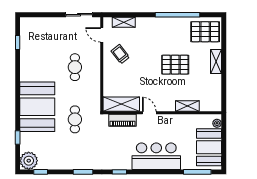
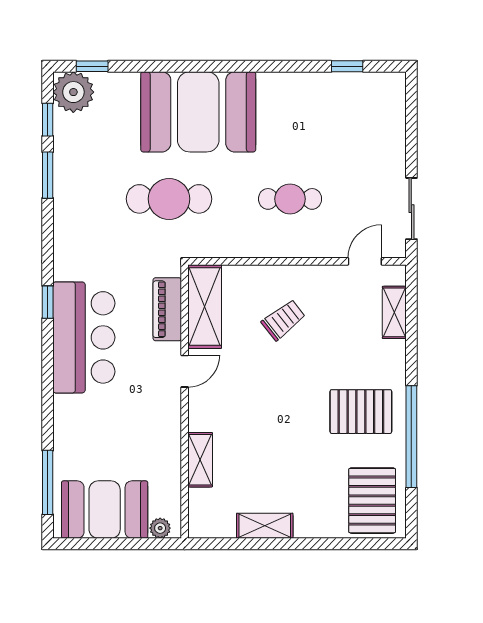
trolley: (120, 54) -> (283, 320), moved
shelving: (216, 62) -> (265, 526), moved
pallet: (175, 65) -> (361, 412), moved, turned 90
cafe table: (75, 119) -> (169, 199), width x1.37, depth x1.35
window: (18, 137) -> (92, 66), moved
bar counter: (156, 156) -> (84, 337), moved
window: (83, 172) -> (48, 175), moved

